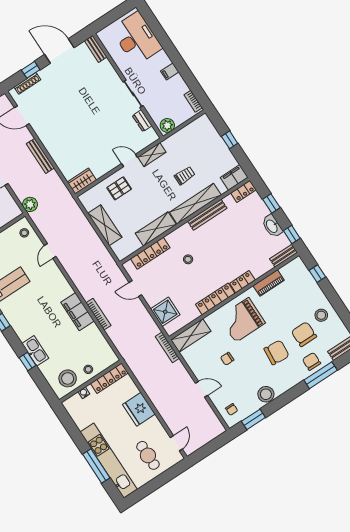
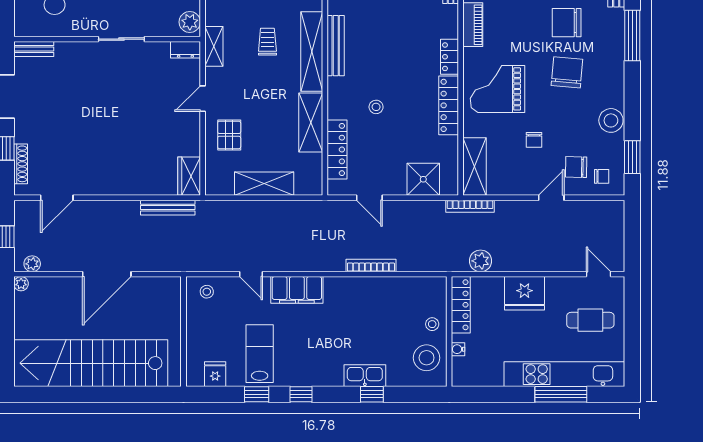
dresser: (142, 121) -> (185, 50), moved
shelving: (152, 155) -> (214, 46), moved
bench: (40, 156) -> (168, 208), moved
plant: (30, 204) -> (481, 261), moved
door: (135, 289) -> (369, 198), hinge flipped
filing cabinet: (78, 312) -> (297, 290), moved
grand piano: (242, 320) -> (497, 89), turned 90
chair: (312, 361) -> (576, 167), moved

